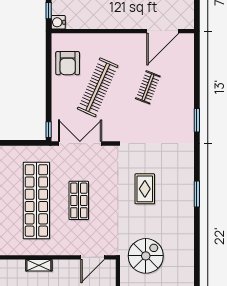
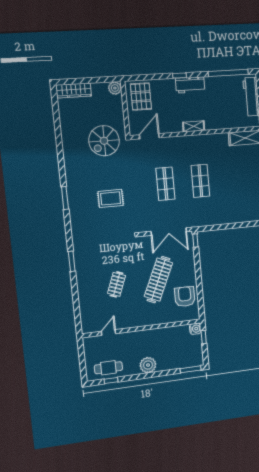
door: (163, 31) -> (108, 333), width x0.53
rug: (145, 189) -> (111, 198), turned 90
shop shelf: (36, 200) -> (200, 181), width x0.50, depth x0.74

